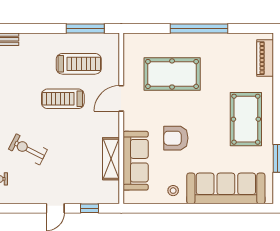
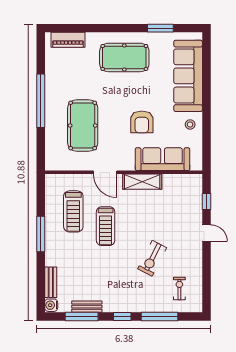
window: (85, 28) -> (41, 234), moved
treadmill: (79, 64) -> (73, 211), turned 180
shelving: (111, 159) -> (142, 182), moved

